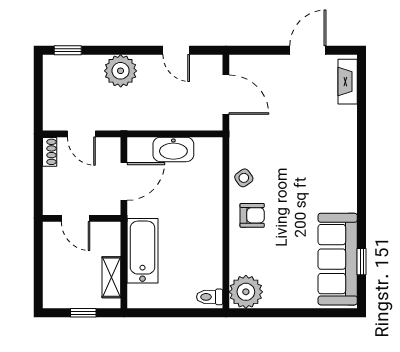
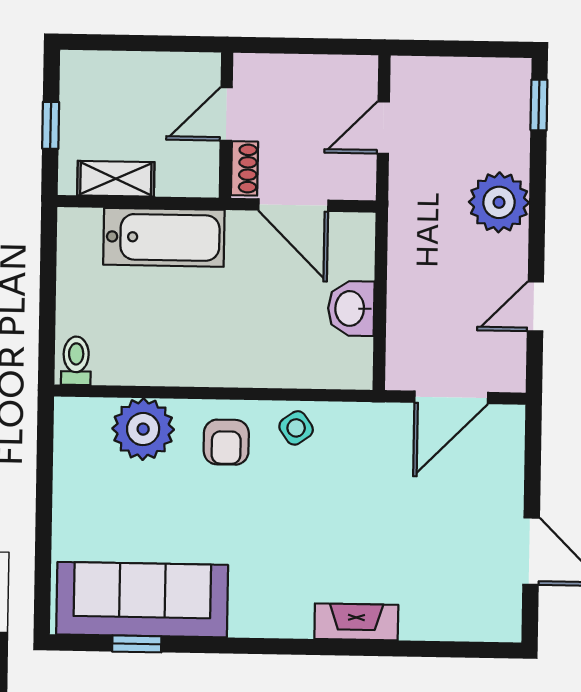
fireplace: (348, 82) -> (356, 622), moved
washbasin: (173, 149) -> (351, 308), width x0.72
shoe rack: (50, 152) -> (244, 168), moved, turned -90
plant: (246, 292) -> (143, 429), moved

